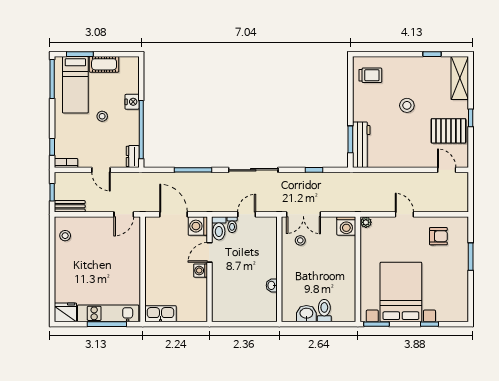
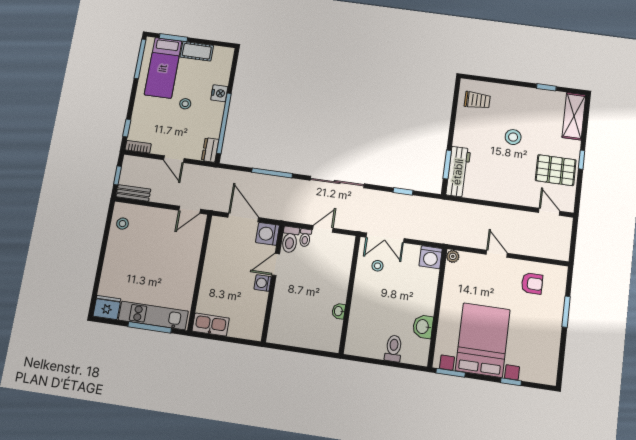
washbasin: (306, 314) -> (423, 327), moved, turned -90

